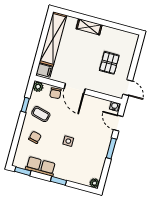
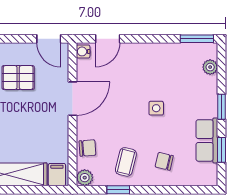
door: (128, 88) -> (49, 39), swing flipped
door: (75, 89) -> (73, 99), moved
window: (111, 148) -> (197, 39), moved
window: (23, 171) -> (222, 150), moved
plant: (95, 183) -> (210, 67), moved

